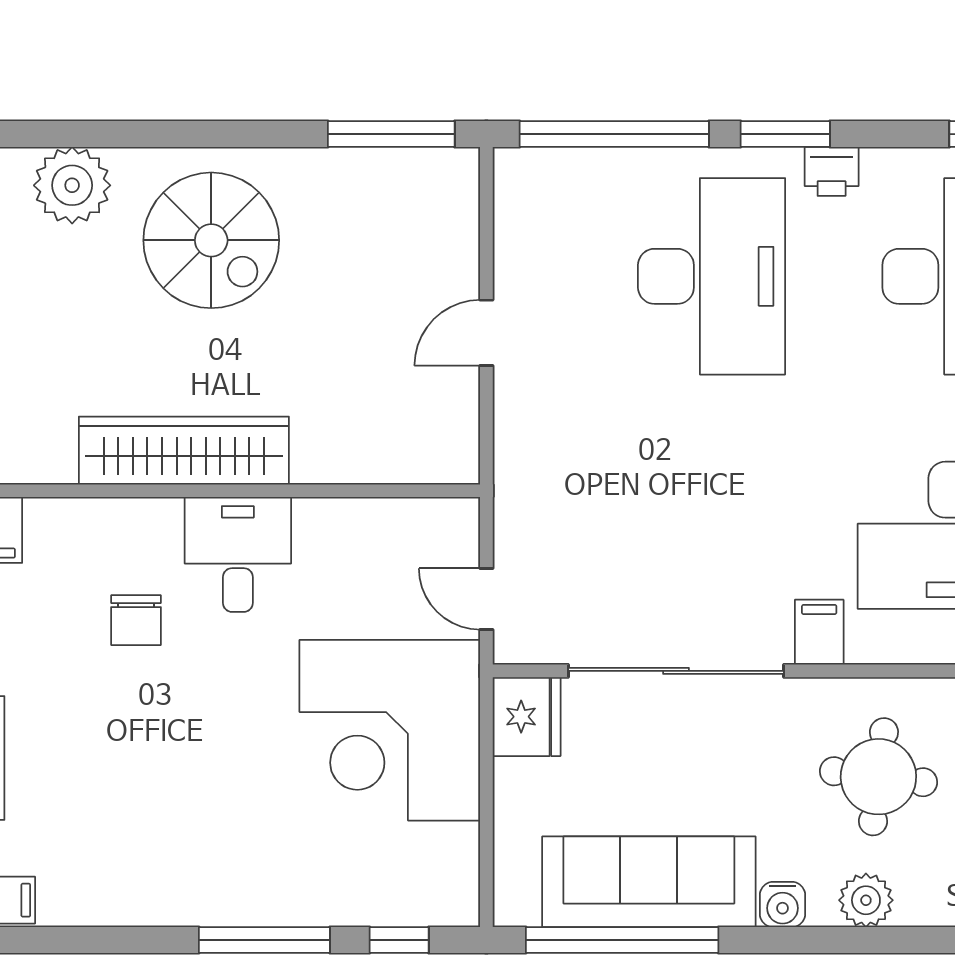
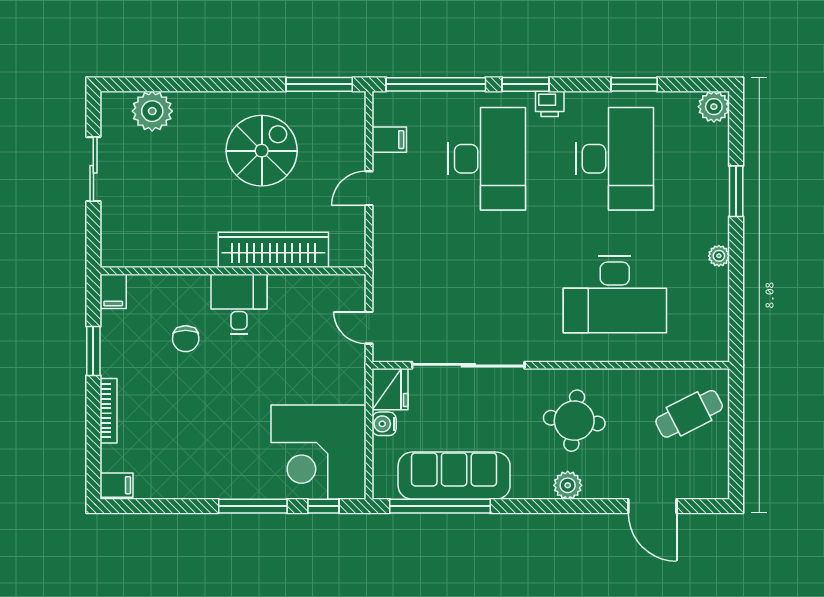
spiral stairs: (211, 240) -> (262, 151), moved, turned -90
wardrobe: (184, 451) -> (273, 250), moved
filing cabinet: (819, 632) -> (389, 140), moved, turned 90
corner desk: (390, 730) -> (318, 452), moved
water cooler: (783, 905) -> (384, 424), moved, turned 90

